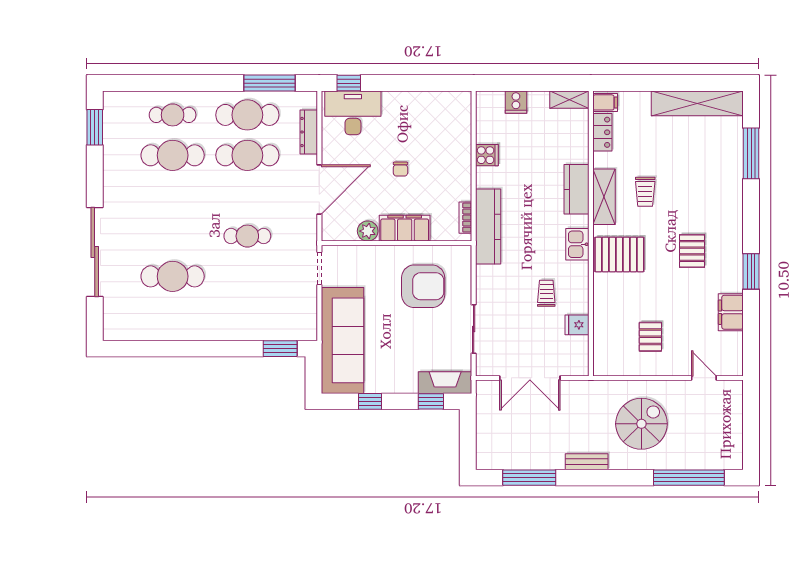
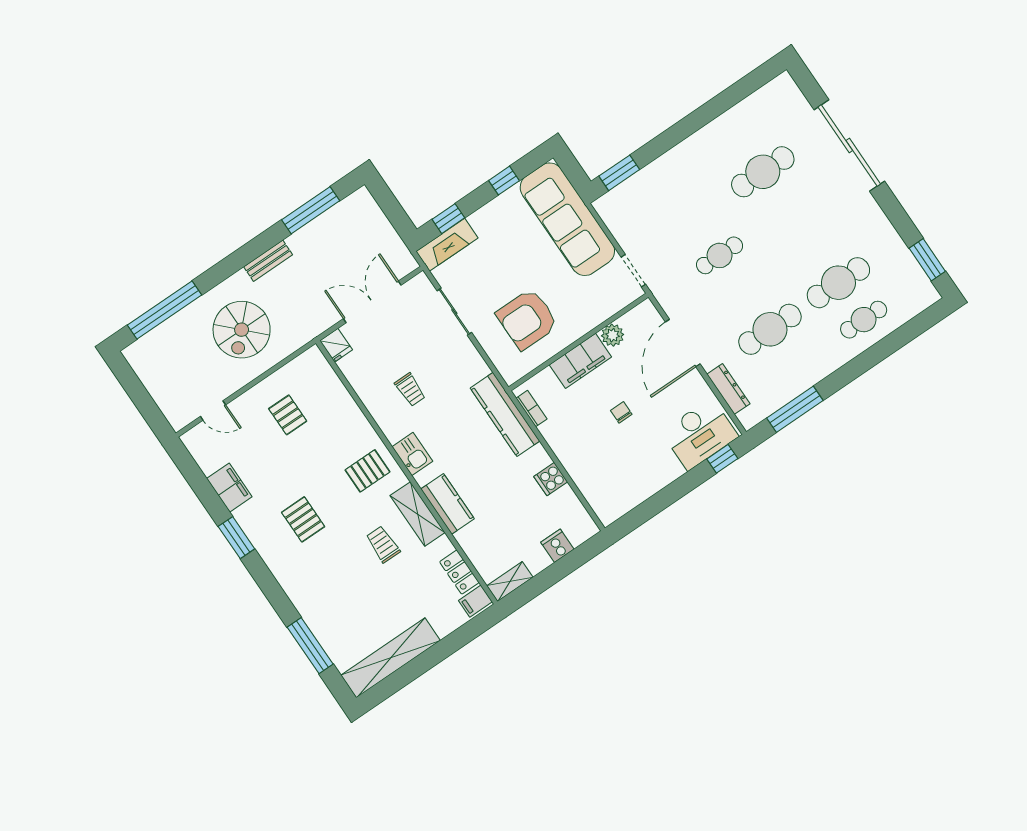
cafe table: (247, 115) -> (795, 366), removed
pallet: (619, 254) -> (367, 471), width x0.67, depth x0.71
fridge: (577, 325) -> (336, 345), moved, turned 90

